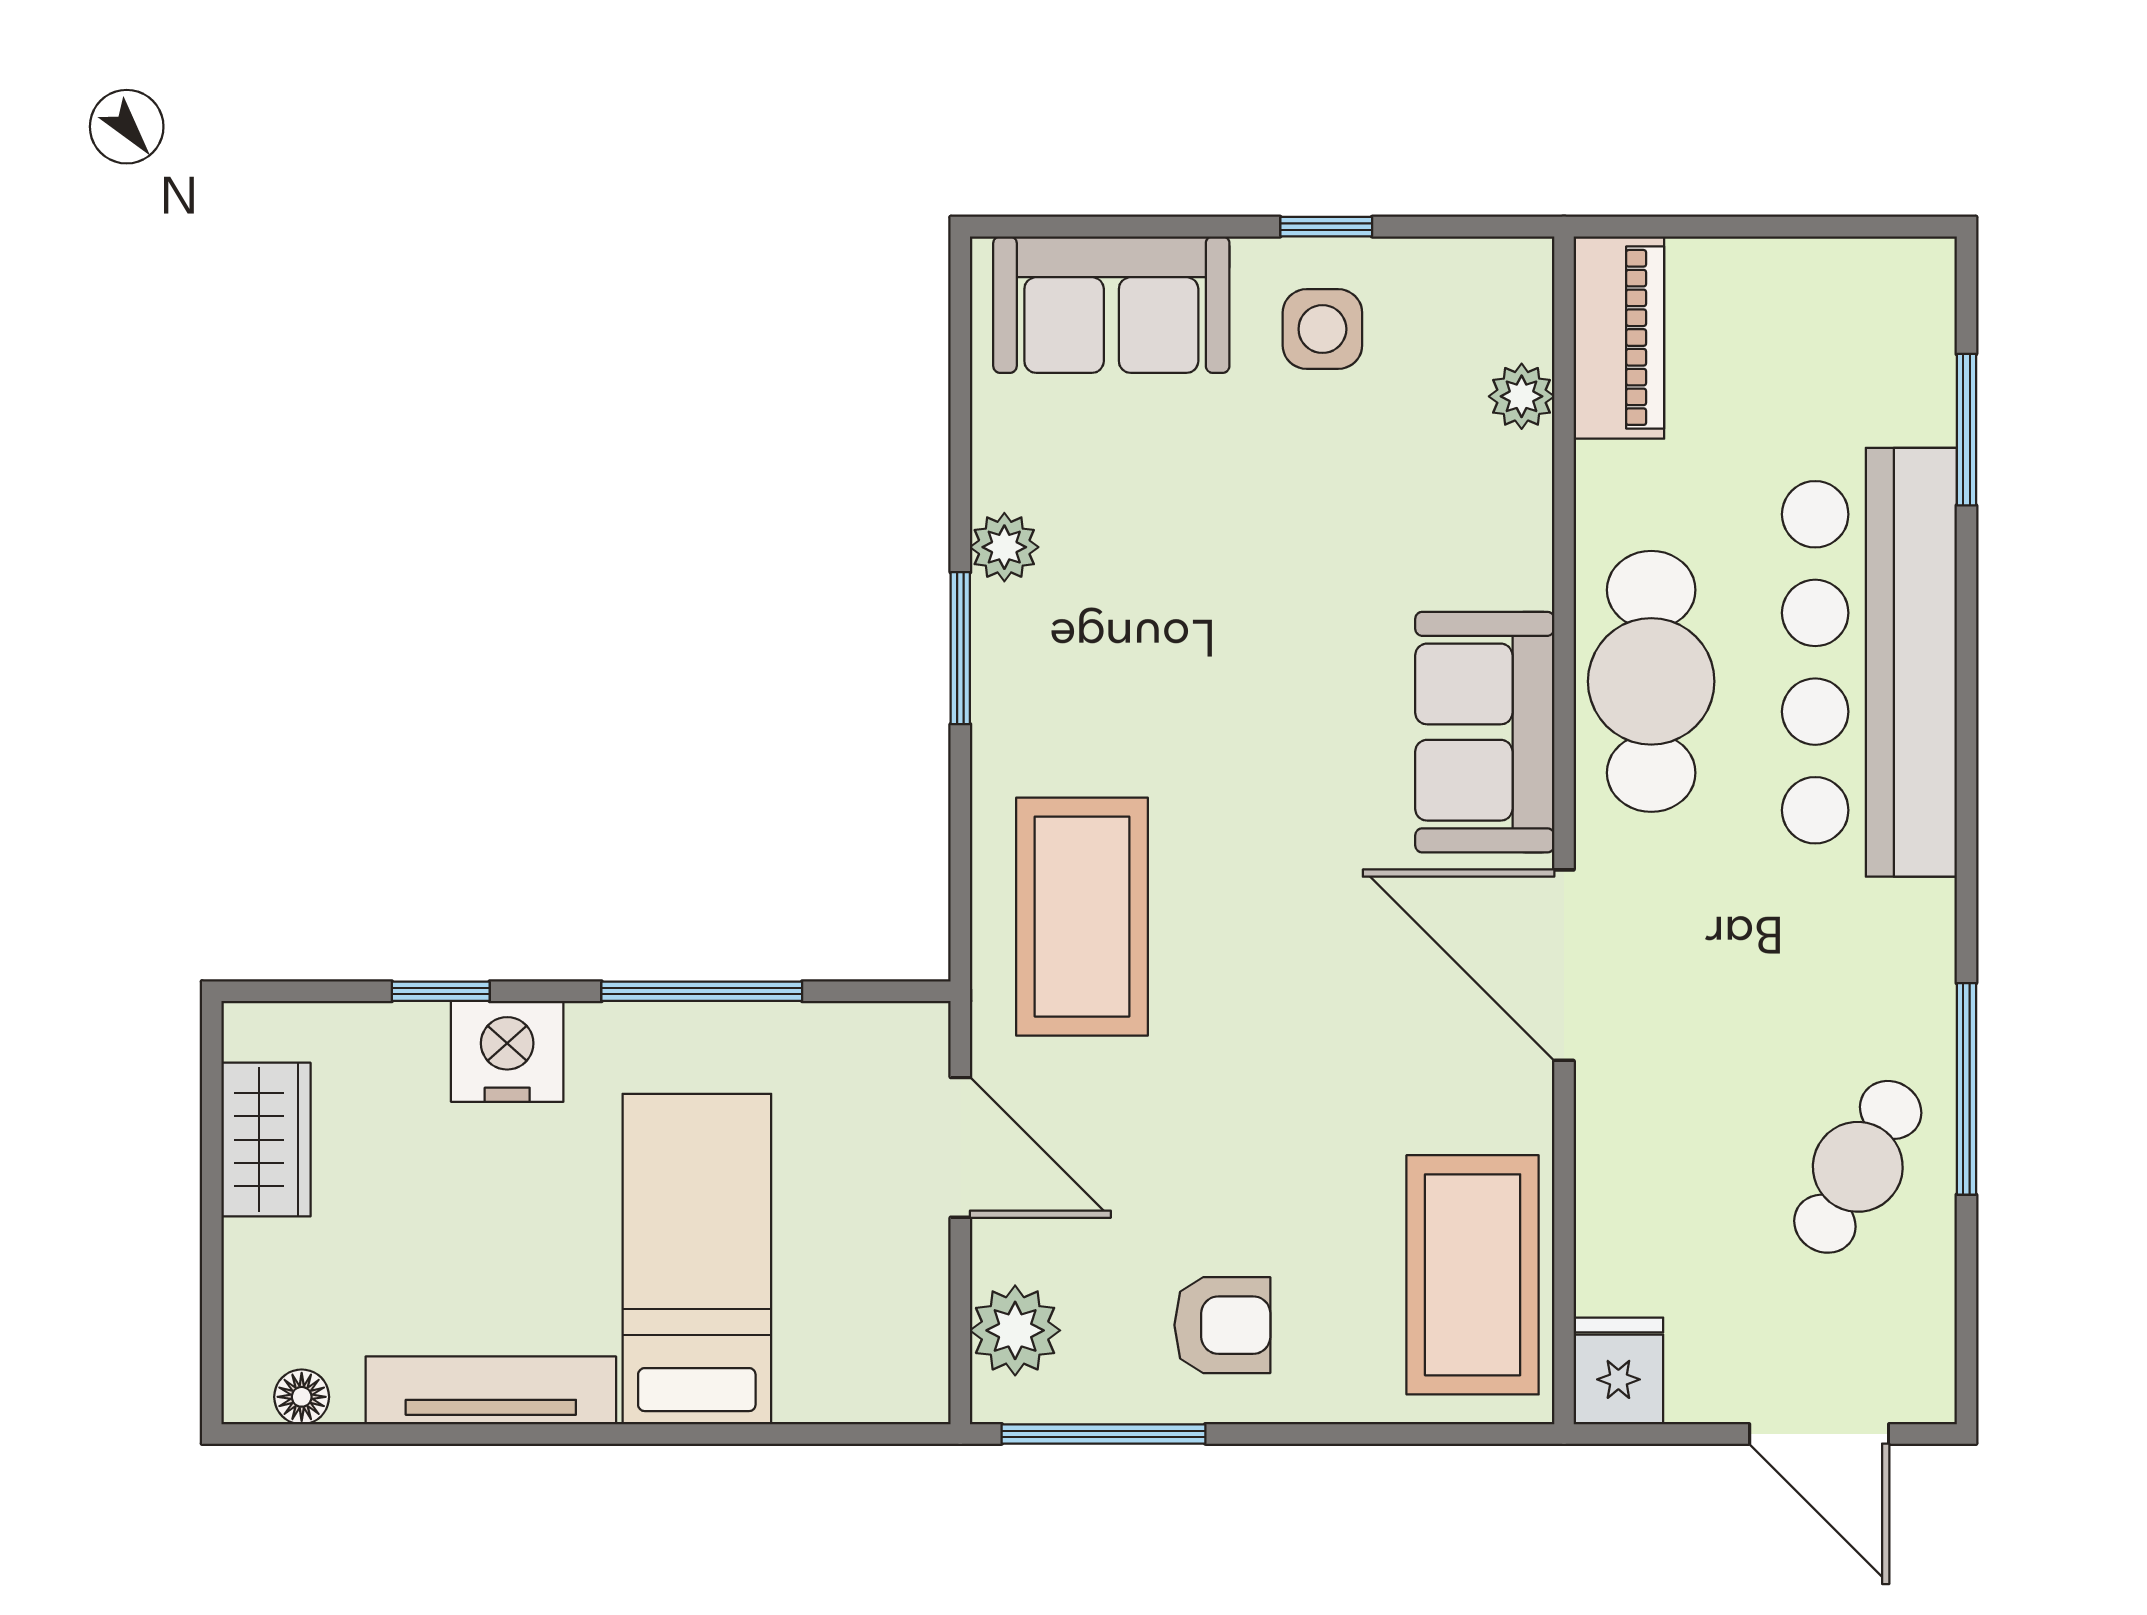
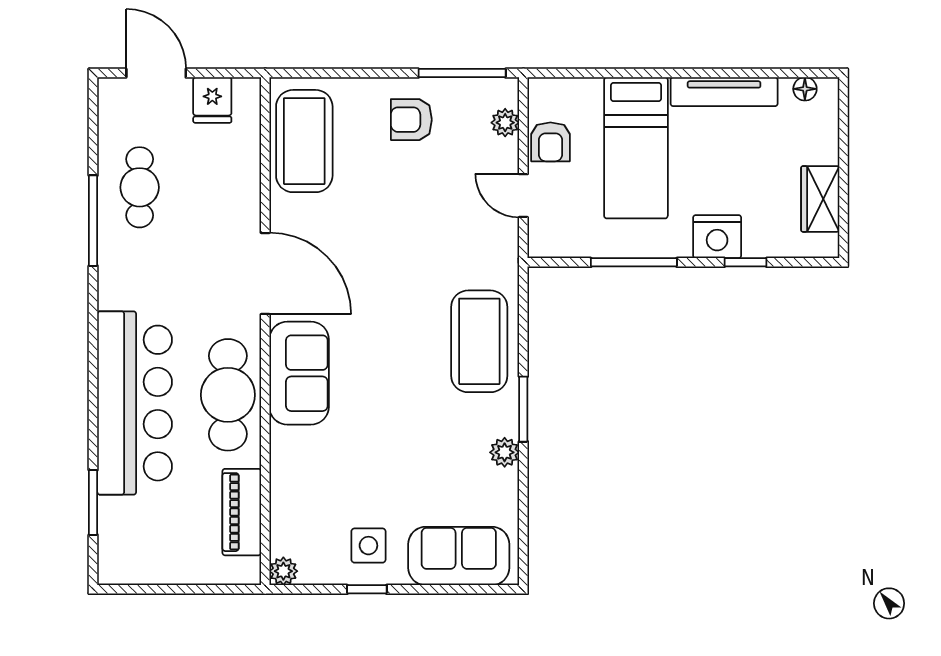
piano: (1619, 337) -> (242, 512), moved
plant: (1522, 396) -> (283, 571), moved
coffee table: (1082, 917) -> (479, 341), moved
door: (960, 1147) -> (523, 196), width x0.73
cafe table: (1858, 1167) -> (140, 187), turned -30
armchair: (897, 1273) -> (550, 142), added
plant: (1015, 1330) -> (505, 123), width x0.73, depth x0.73
fridge: (1618, 1371) -> (212, 100), moved

